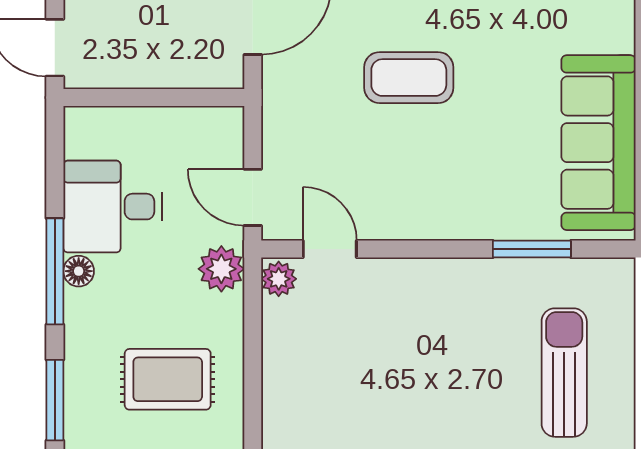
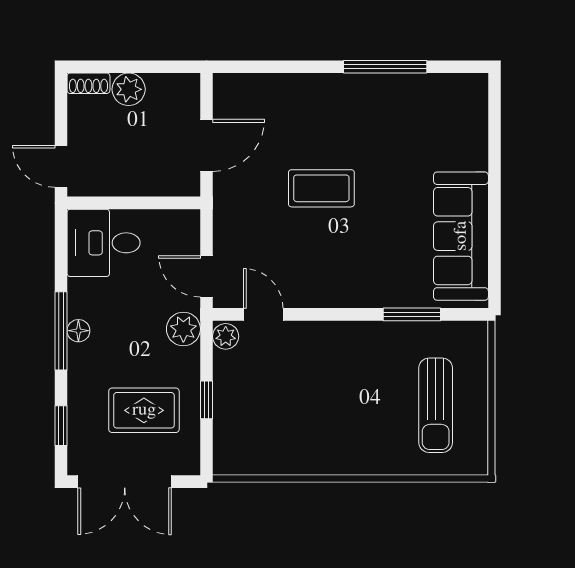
desk: (113, 207) -> (104, 243), moved
window: (253, 365) -> (207, 400), added
sun lounger: (564, 373) -> (436, 405), turned 180
window: (55, 400) -> (61, 426), width x0.67

